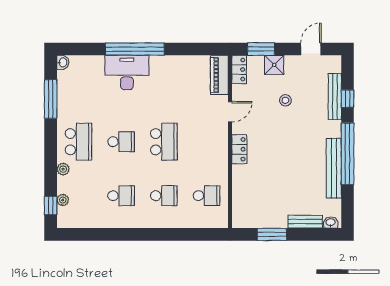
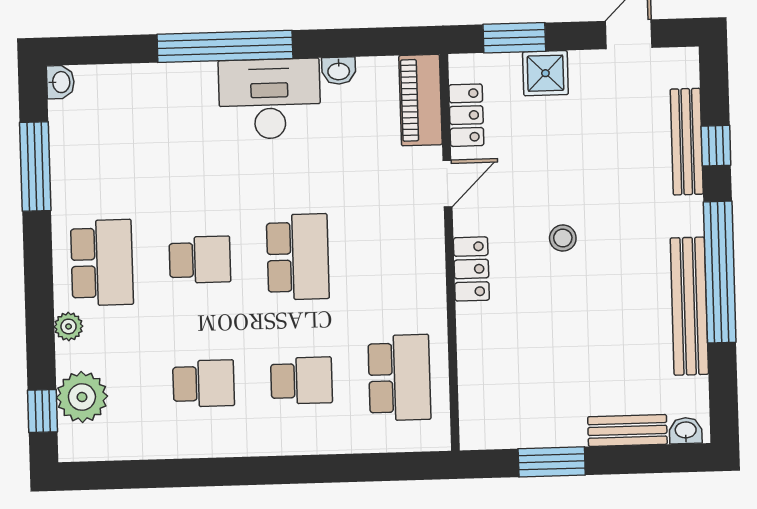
washbasin: (184, 61) -> (339, 71), added
locker: (239, 69) -> (466, 115), moved
desk: (127, 72) -> (270, 99), moved
stool: (285, 100) -> (563, 238), moved
school desk: (207, 196) -> (399, 378), width x1.85
plant: (63, 200) -> (82, 397), width x1.88, depth x1.88

